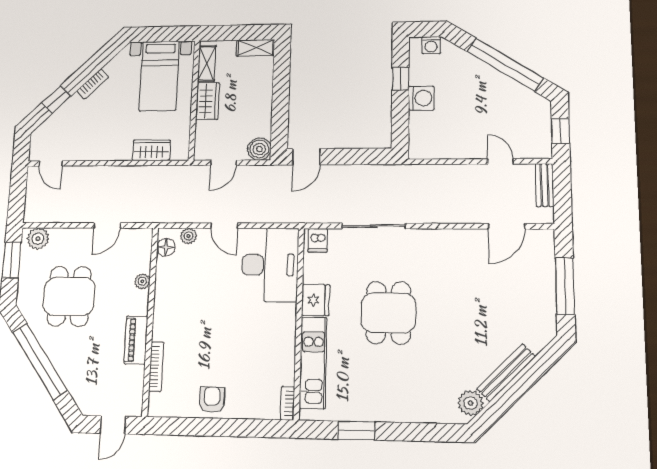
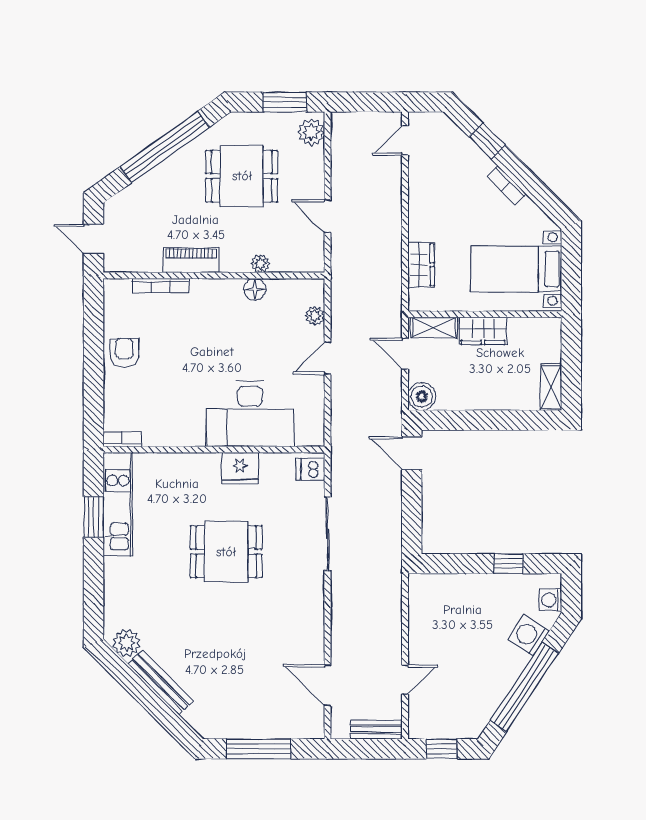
shelving: (207, 63) -> (434, 328), moved
washing machine: (421, 98) -> (529, 635), moved, turned 123
floor lamp: (166, 247) -> (255, 289), moved
desk: (270, 265) -> (250, 414), moved
kitchen unit: (313, 363) -> (118, 504), moved, turned -90
armchair: (212, 400) -> (124, 353), turned -91

